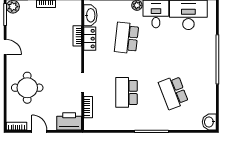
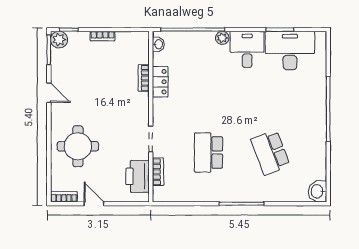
washbasin: (90, 15) -> (158, 44), width x0.52, depth x0.69
school desk: (127, 38) -> (209, 81), removed
printer: (69, 121) -> (138, 176), moved, turned -90

